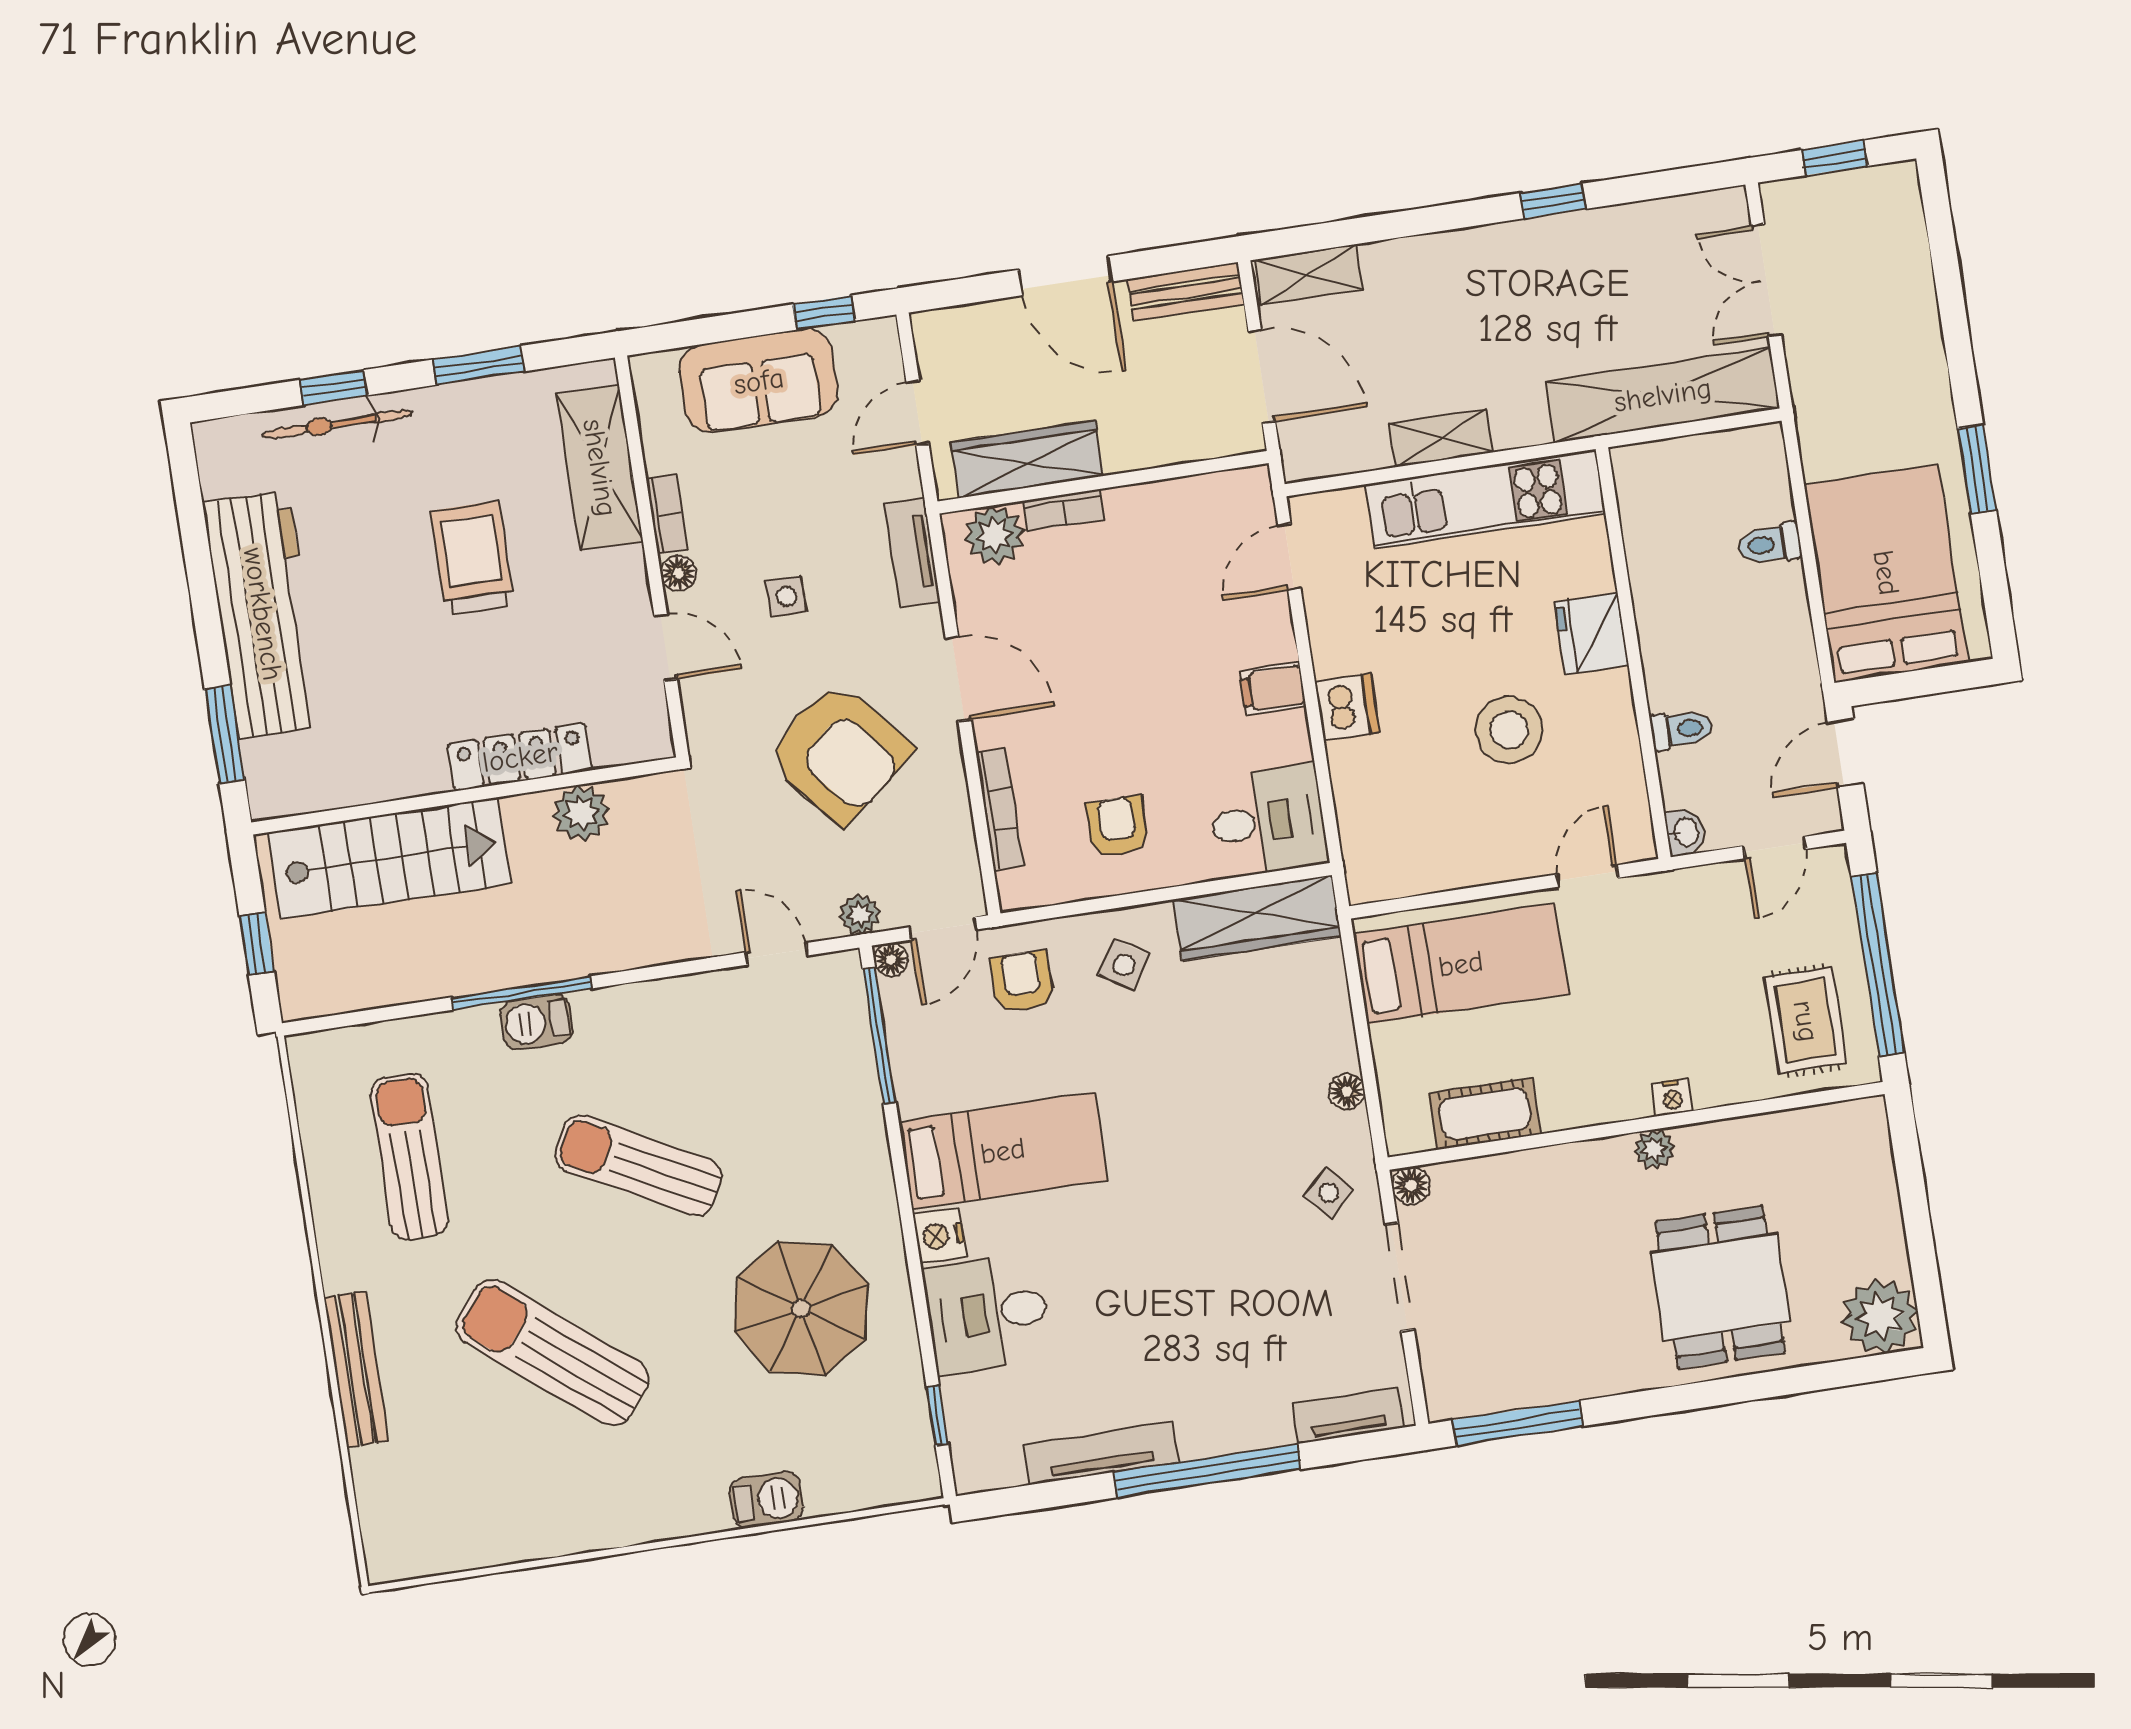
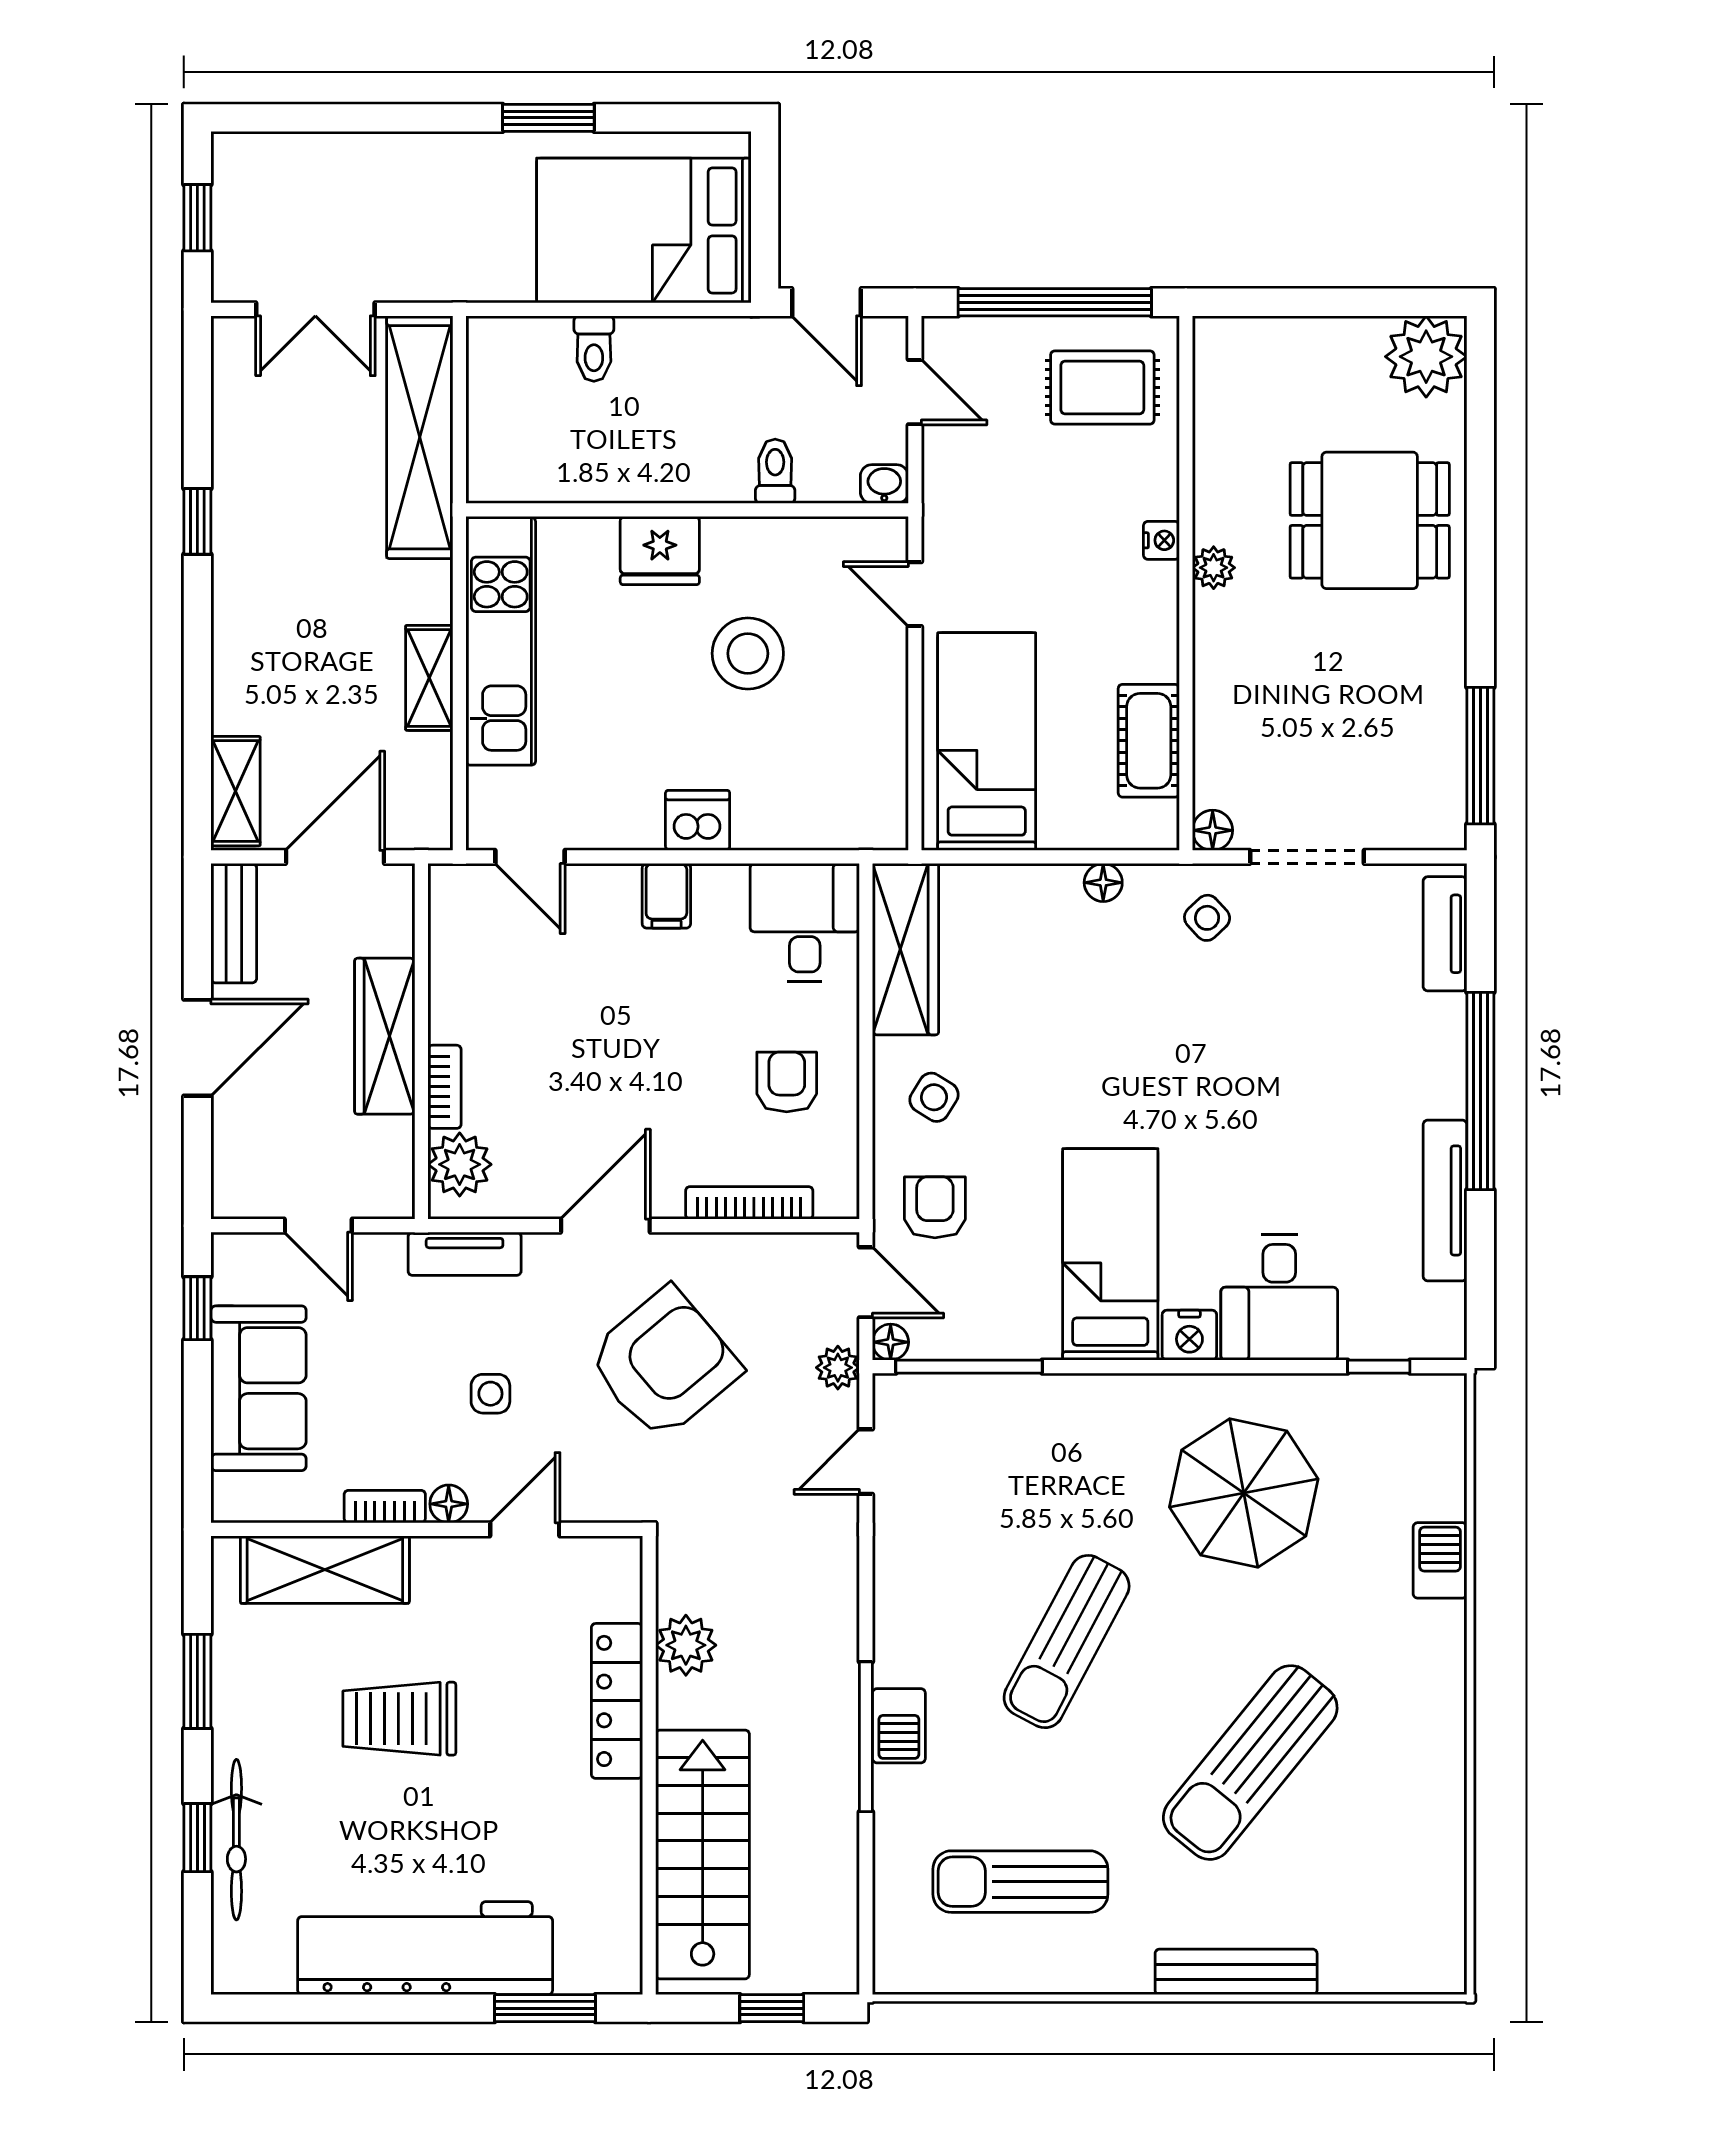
wardrobe: (1027, 459) -> (385, 1036), moved
armchair: (1117, 827) -> (787, 1082), turned 90
armchair: (1022, 982) -> (935, 1207), turned 90

